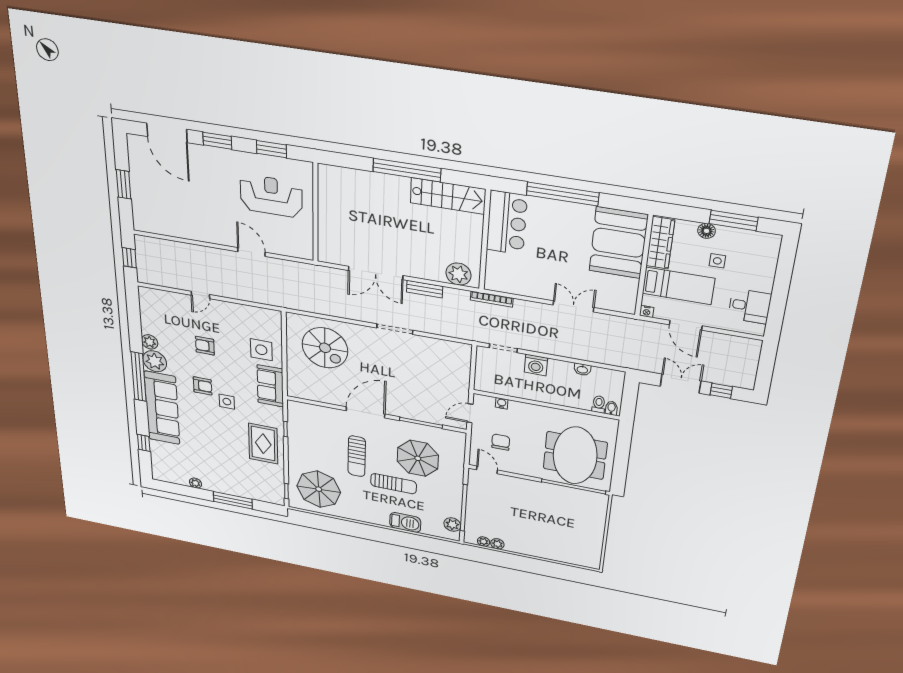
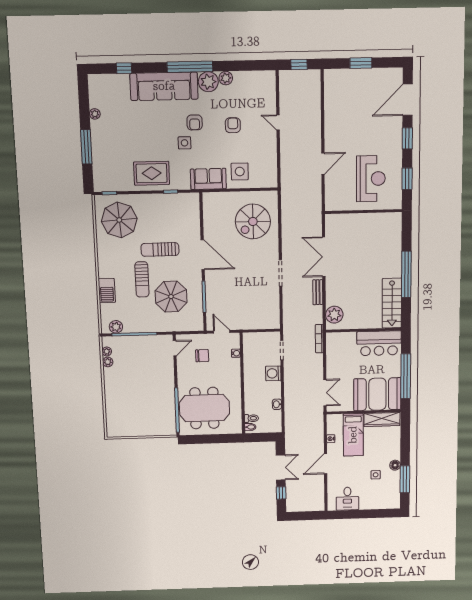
booth: (618, 243) -> (377, 394), moved
wardrobe: (660, 243) -> (382, 419), moved
wall: (644, 266) -> (364, 412), moved
bed: (678, 286) -> (353, 435), moved

